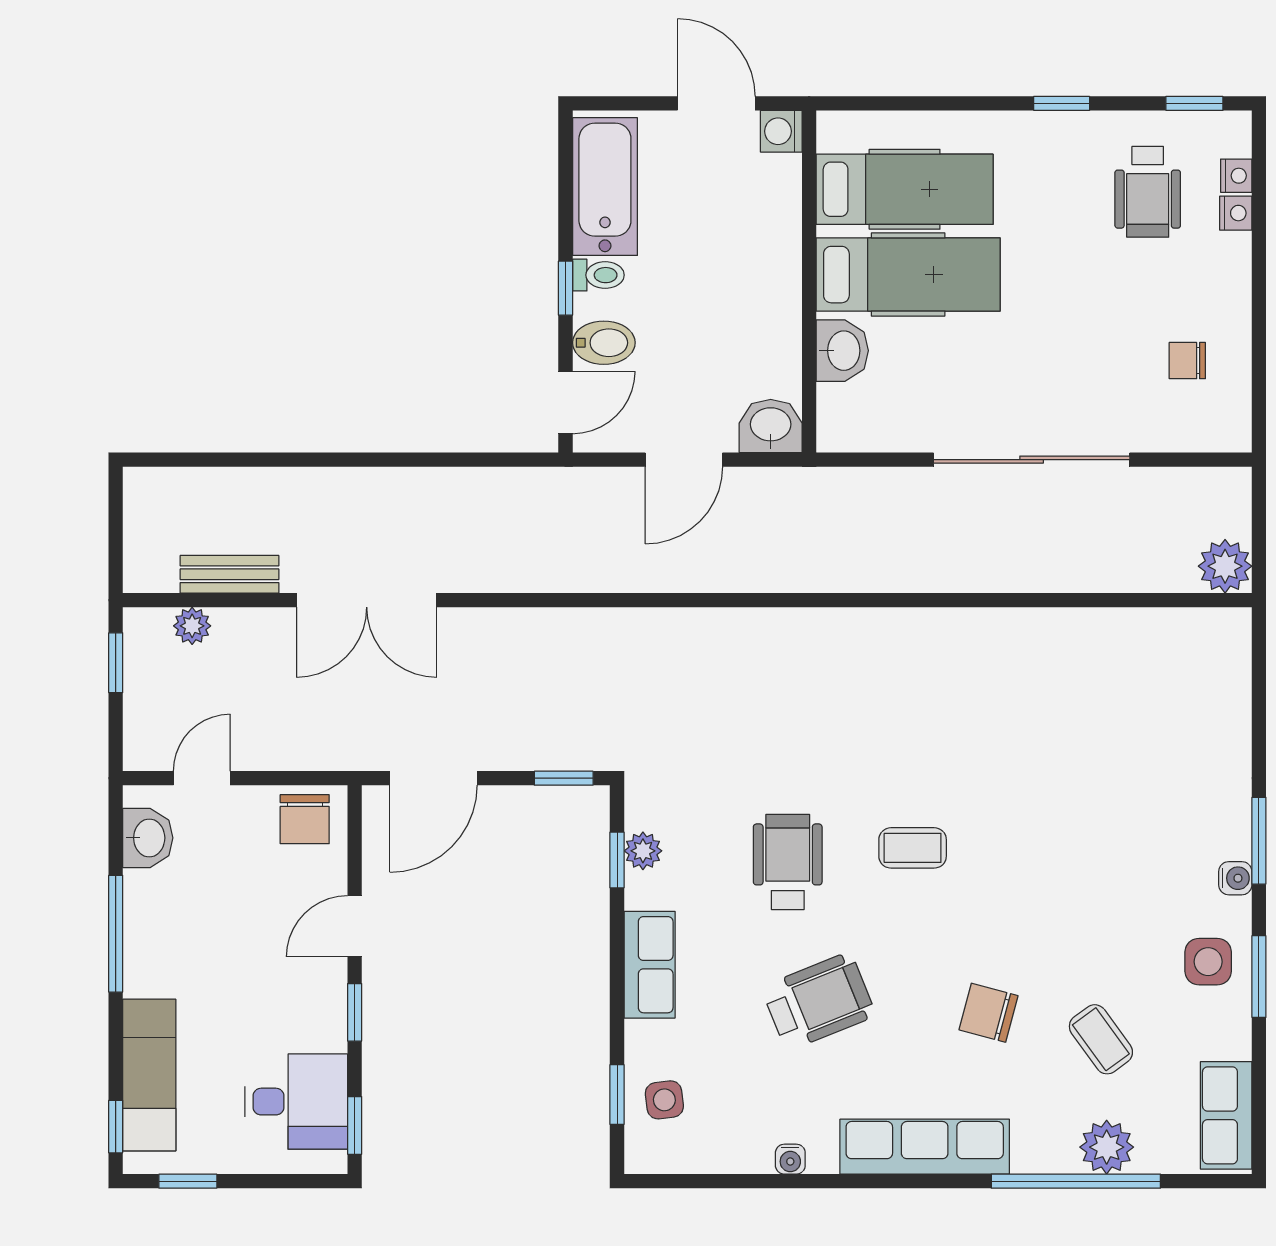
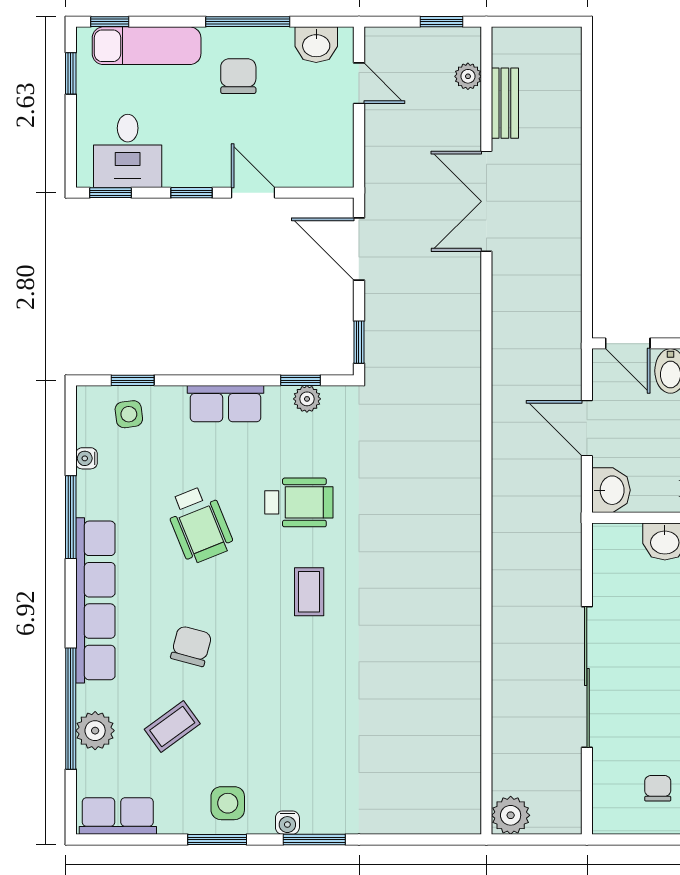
chair: (305, 819) -> (238, 76), moved, turned 90
row of seats: (925, 1147) -> (95, 600), width x1.36
water cooler: (790, 1159) -> (86, 458), moved
window: (808, 1181) -> (71, 517), added

